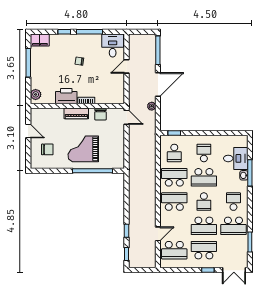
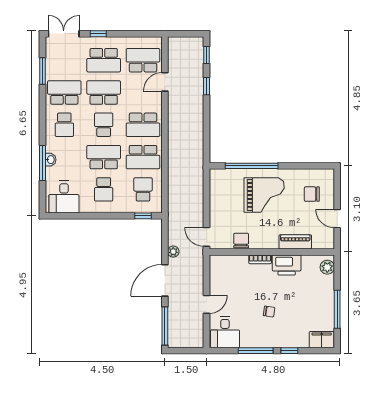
piano: (76, 113) -> (295, 242), moved
desk: (236, 158) -> (64, 197), moved, turned -90

